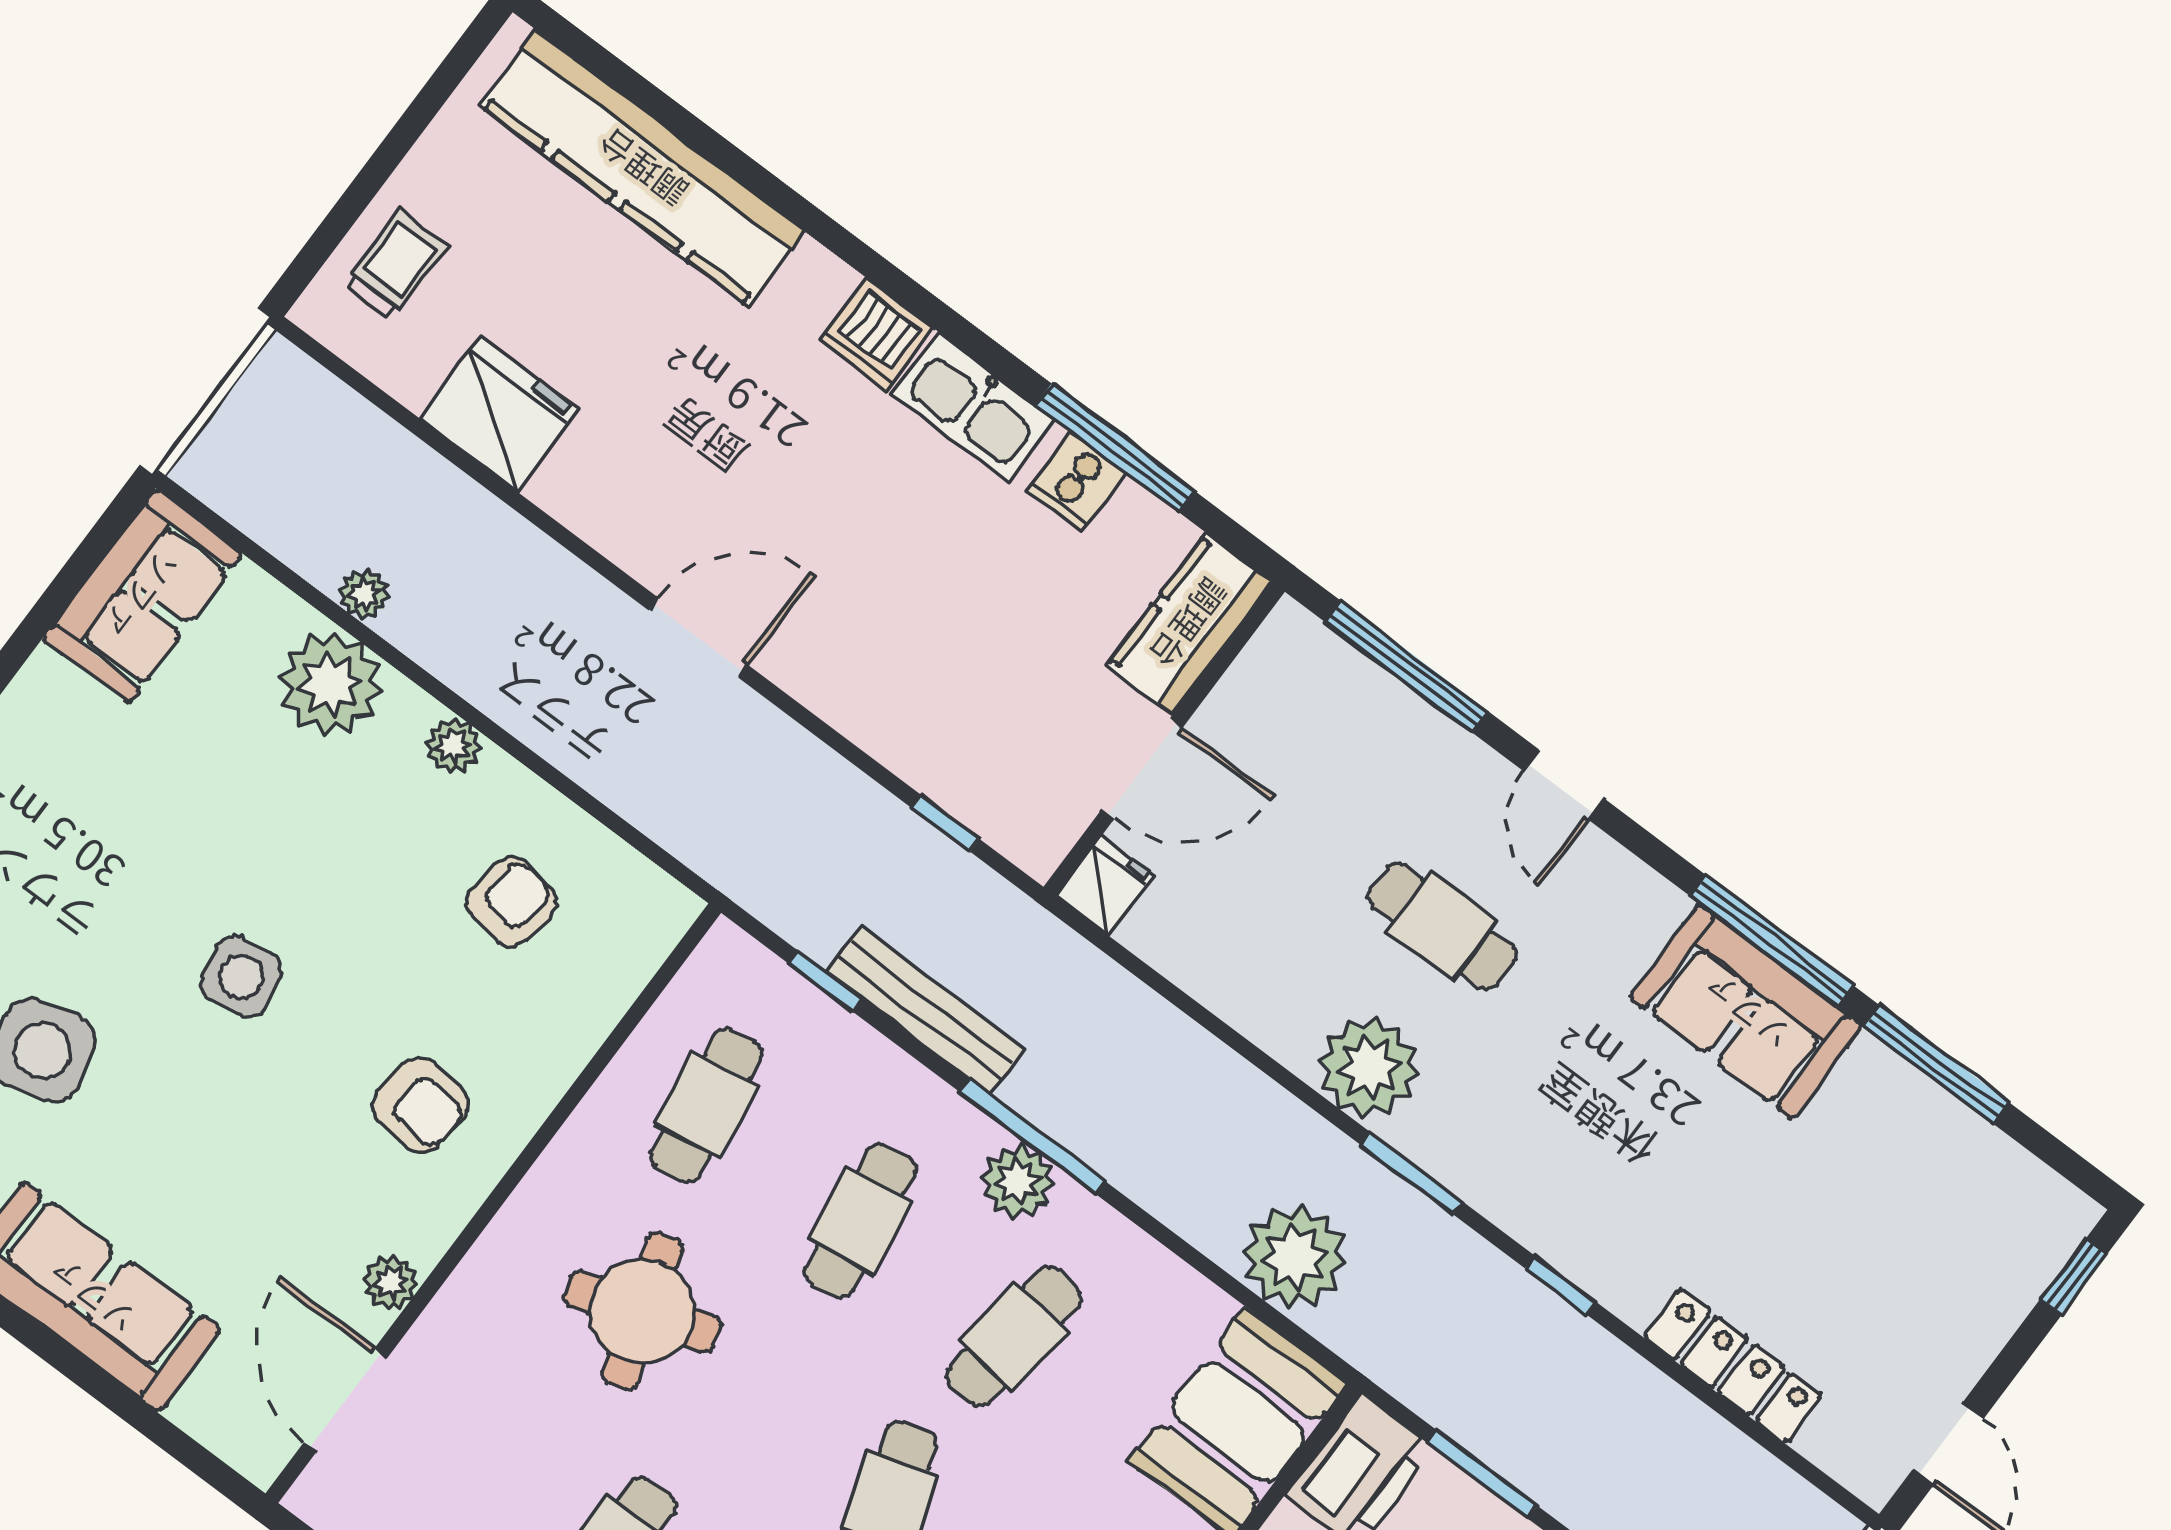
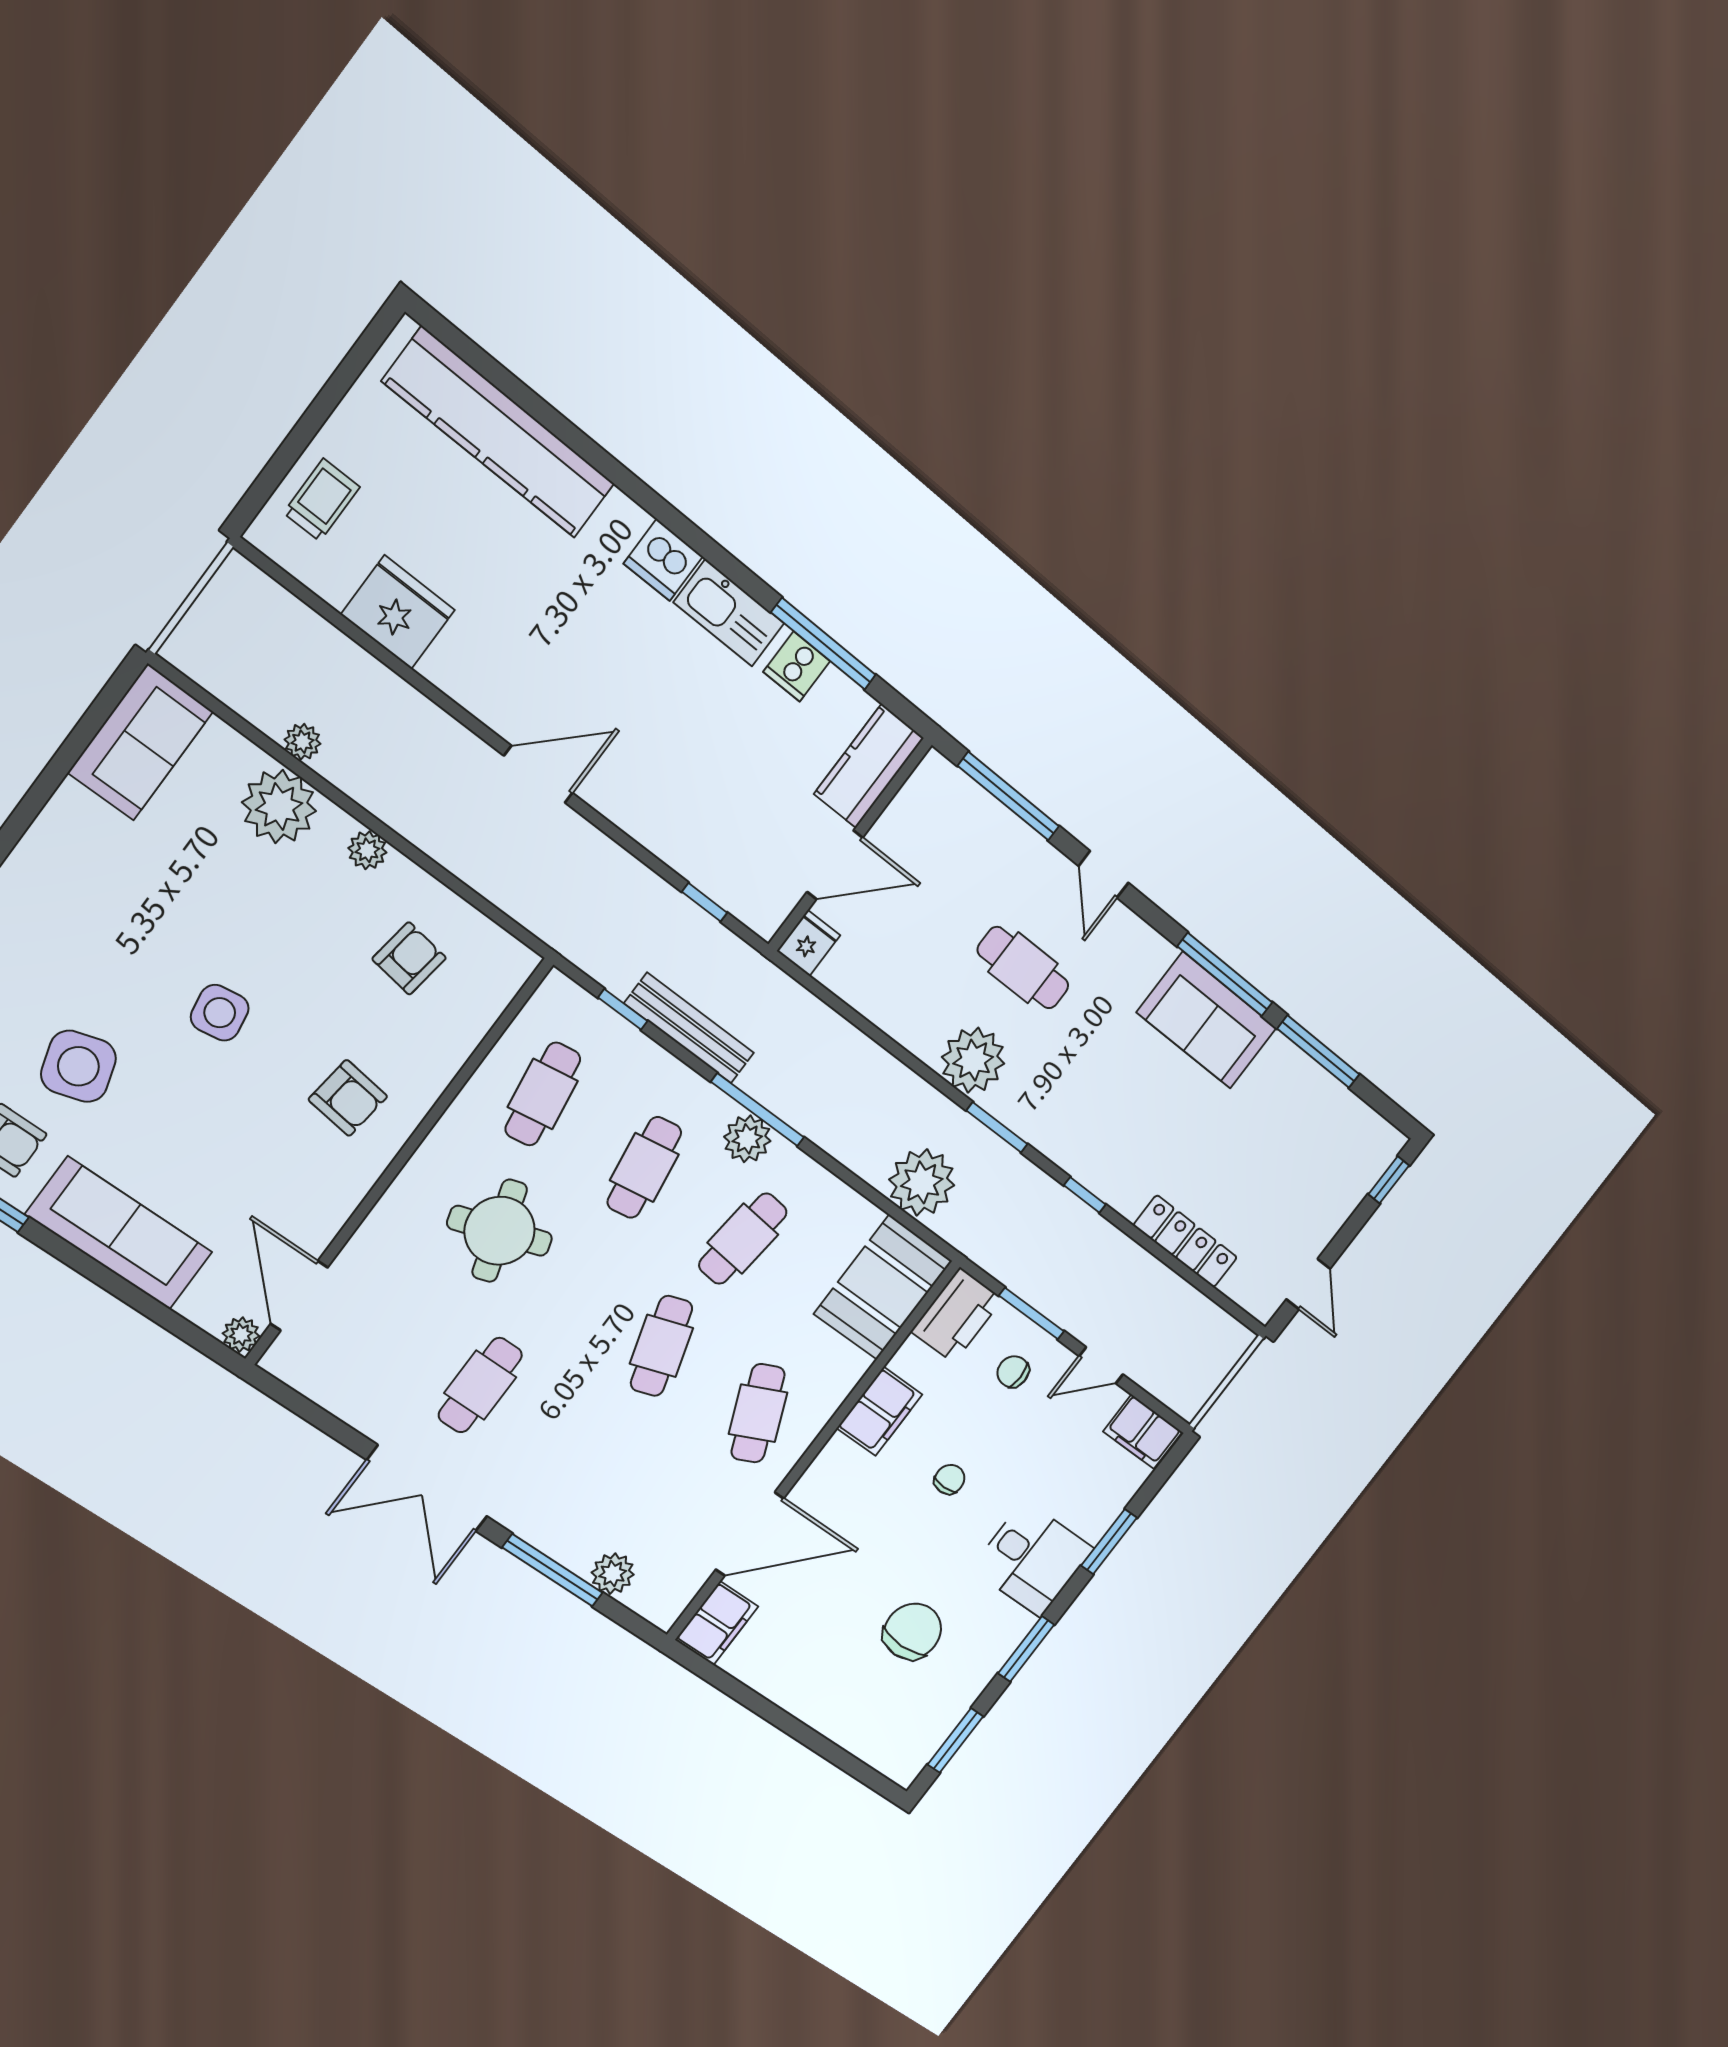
plant: (390, 1282) -> (241, 1335), moved

